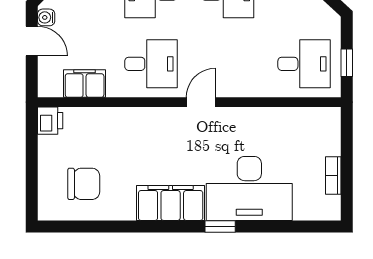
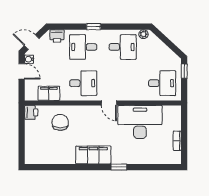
window: (347, 63) -> (184, 71), moved
door: (201, 102) -> (109, 103), swing flipped
chair: (84, 184) -> (60, 122), moved, turned -90
desk: (249, 188) -> (140, 122), moved, turned 180

